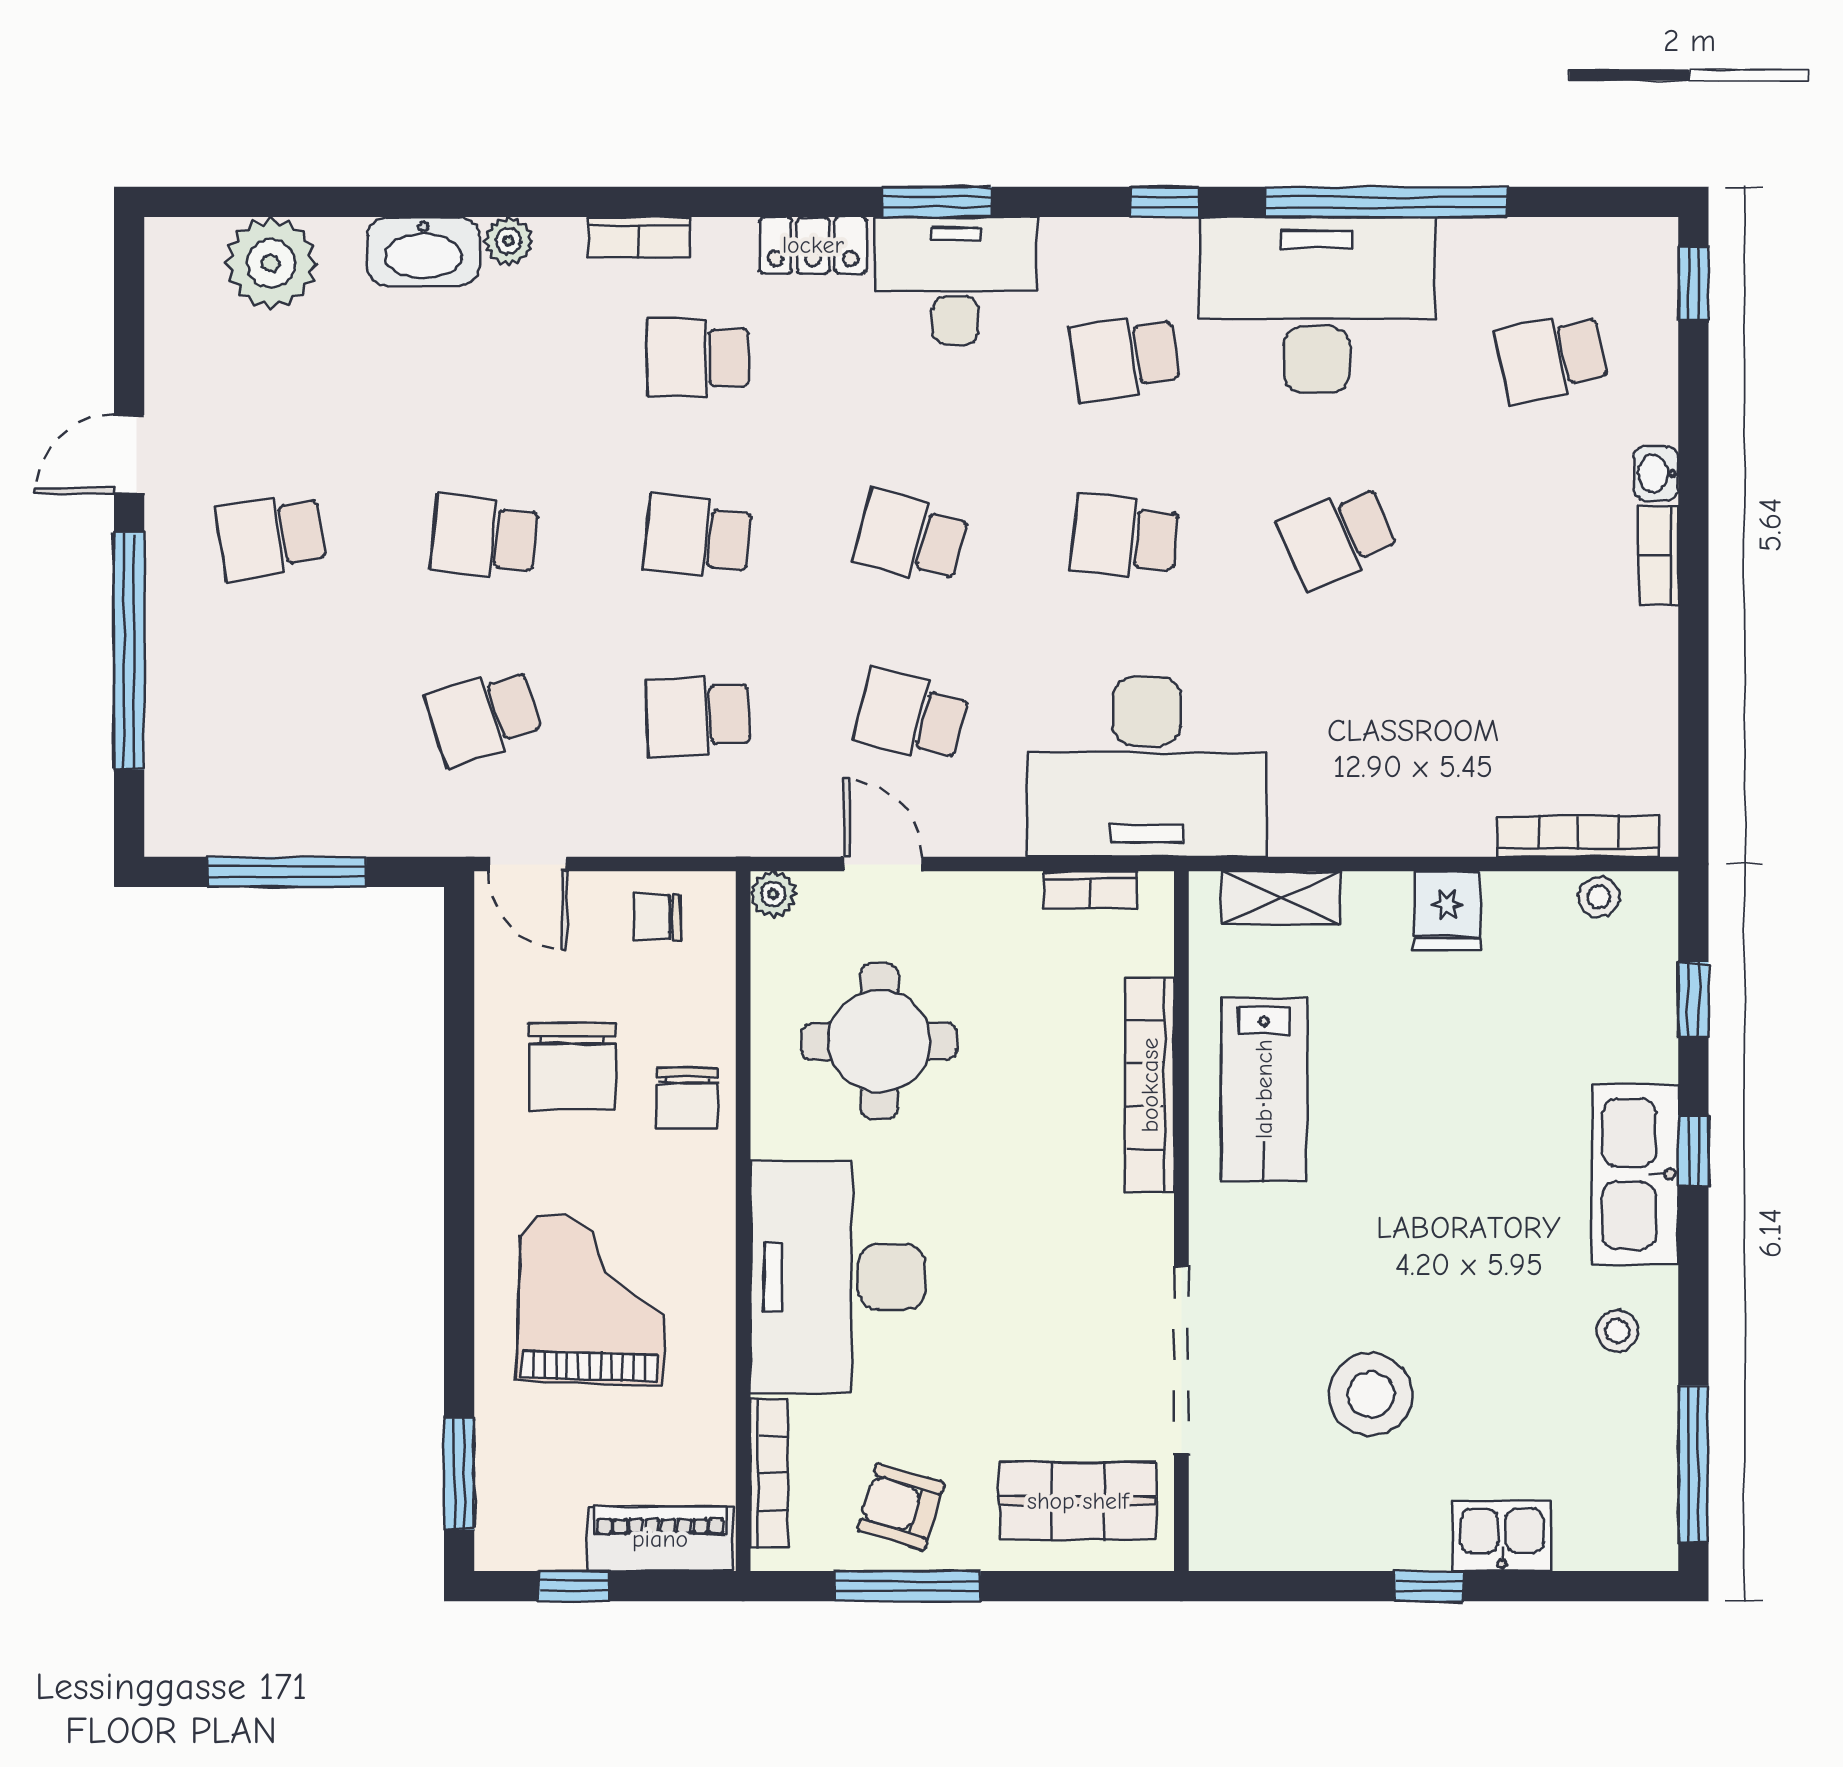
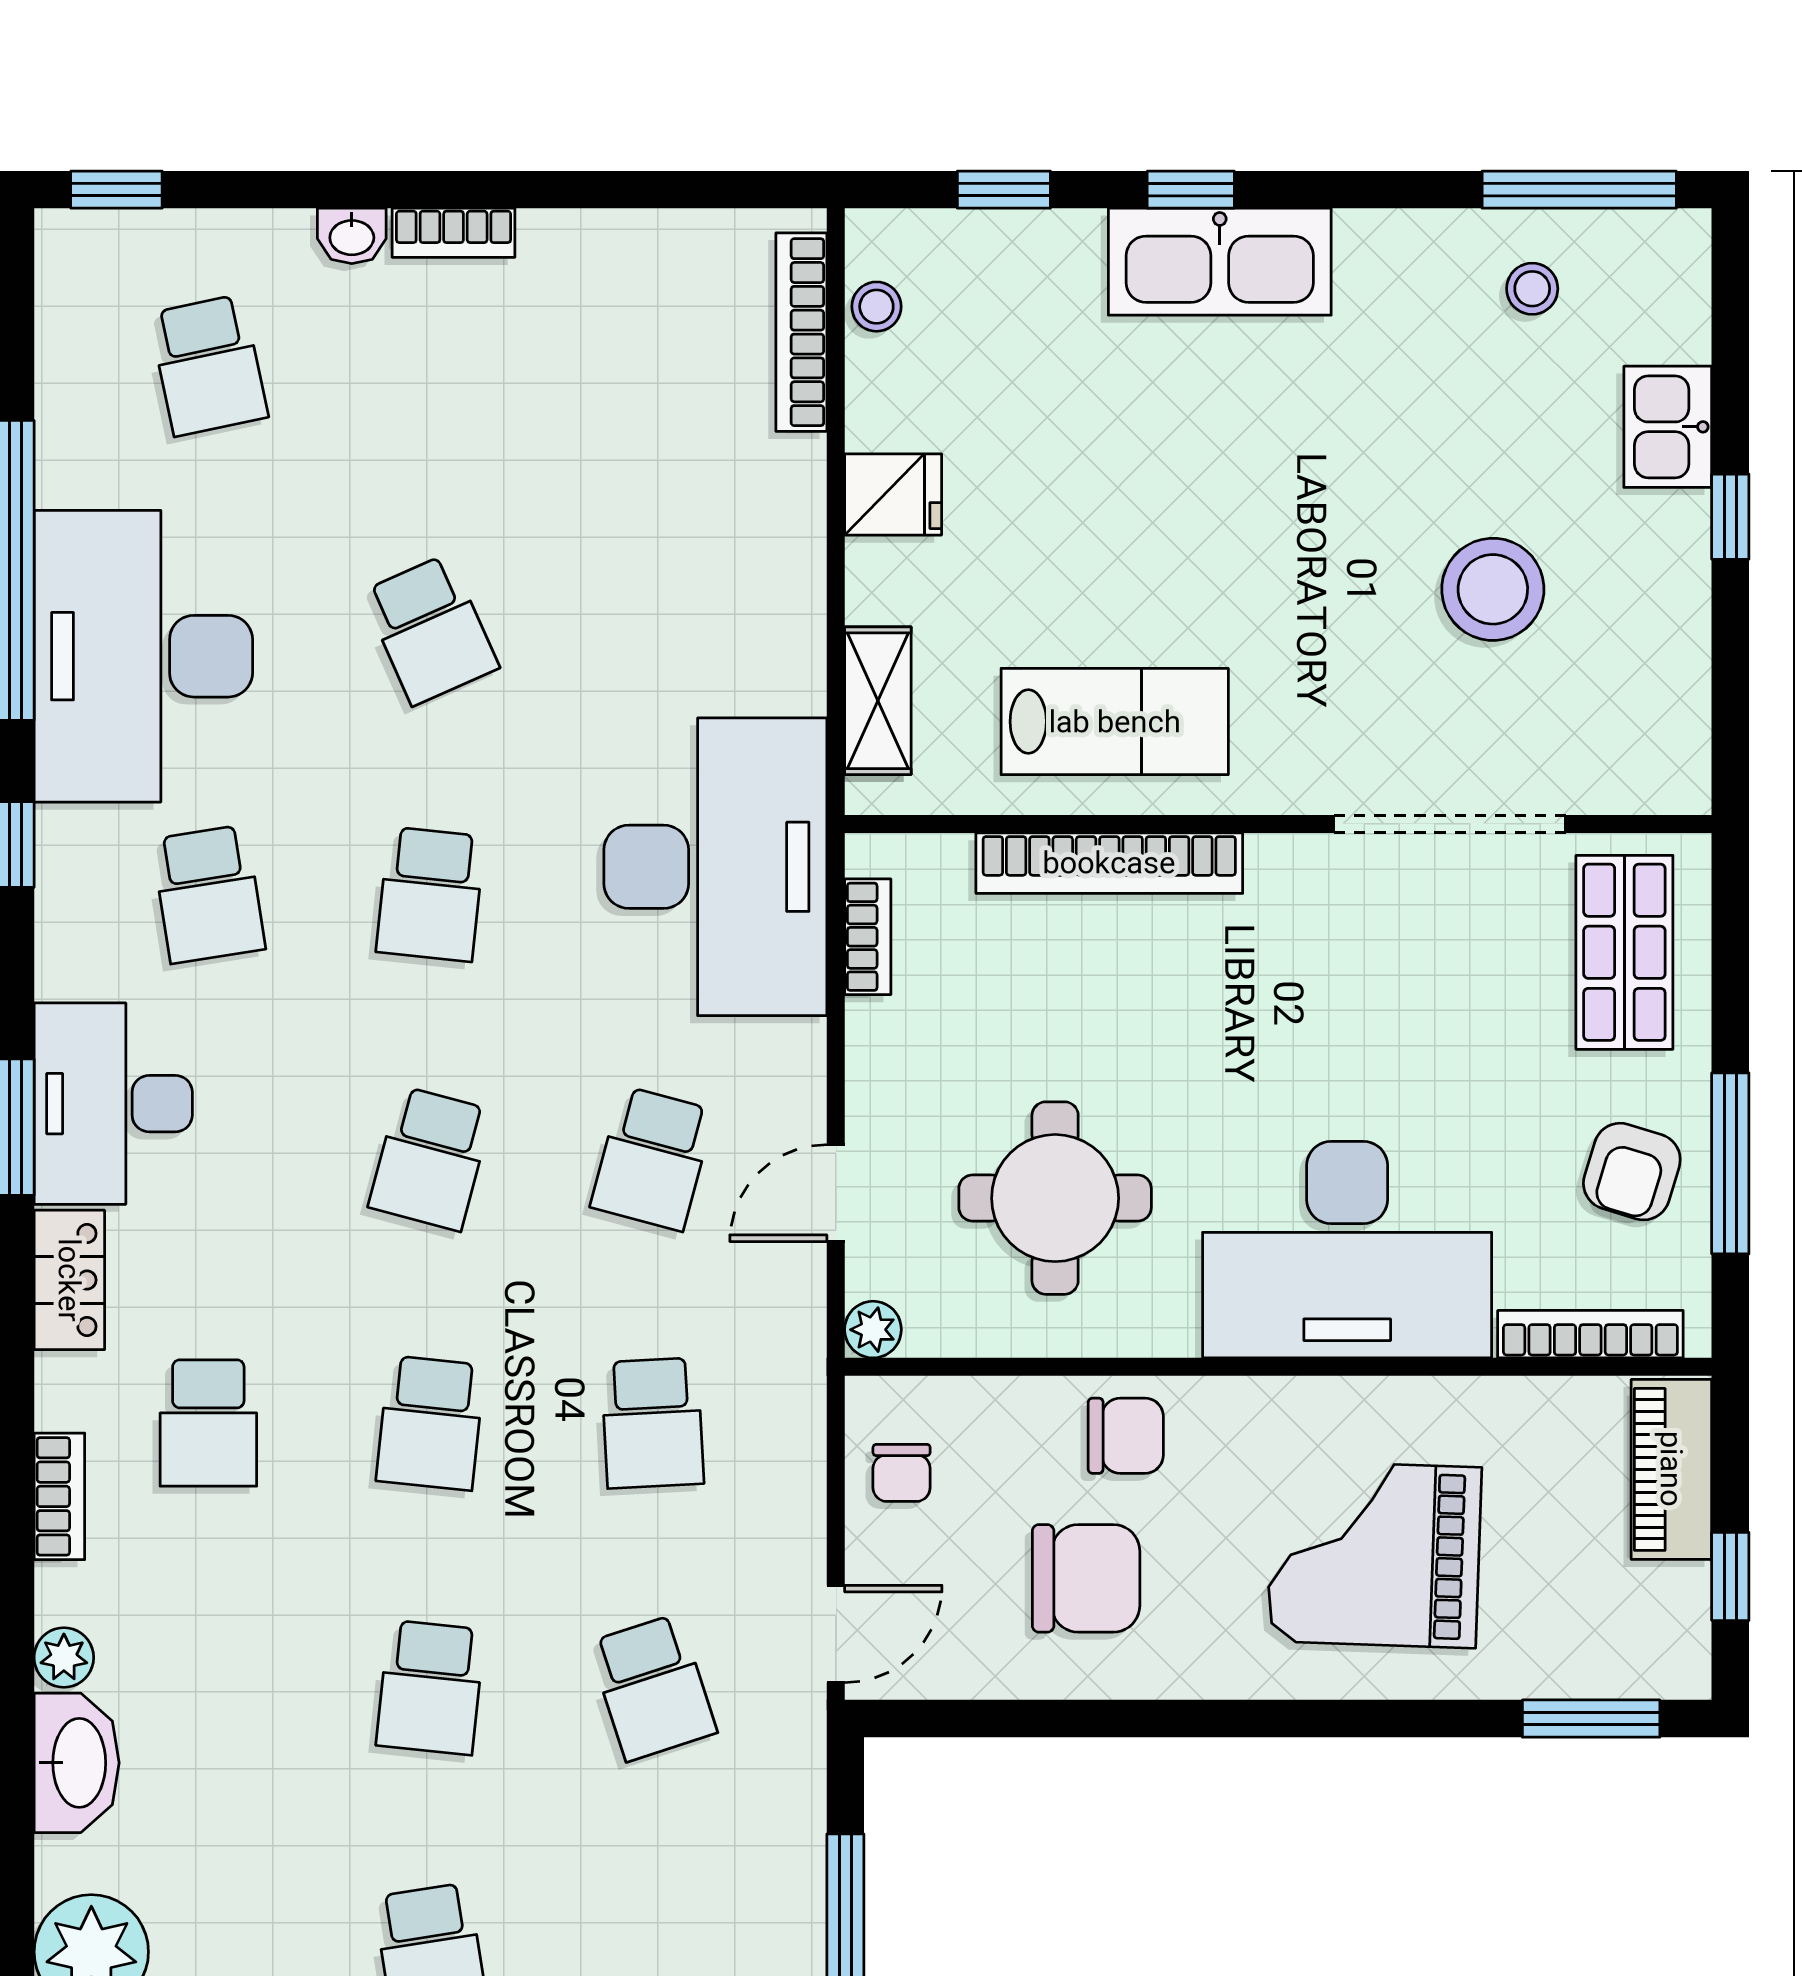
stool: (1617, 1331) -> (1532, 289), moved

